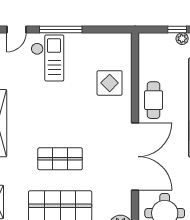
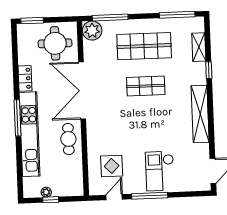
door: (16, 30) -> (114, 197), moved
display table: (110, 83) -> (112, 166), moved

